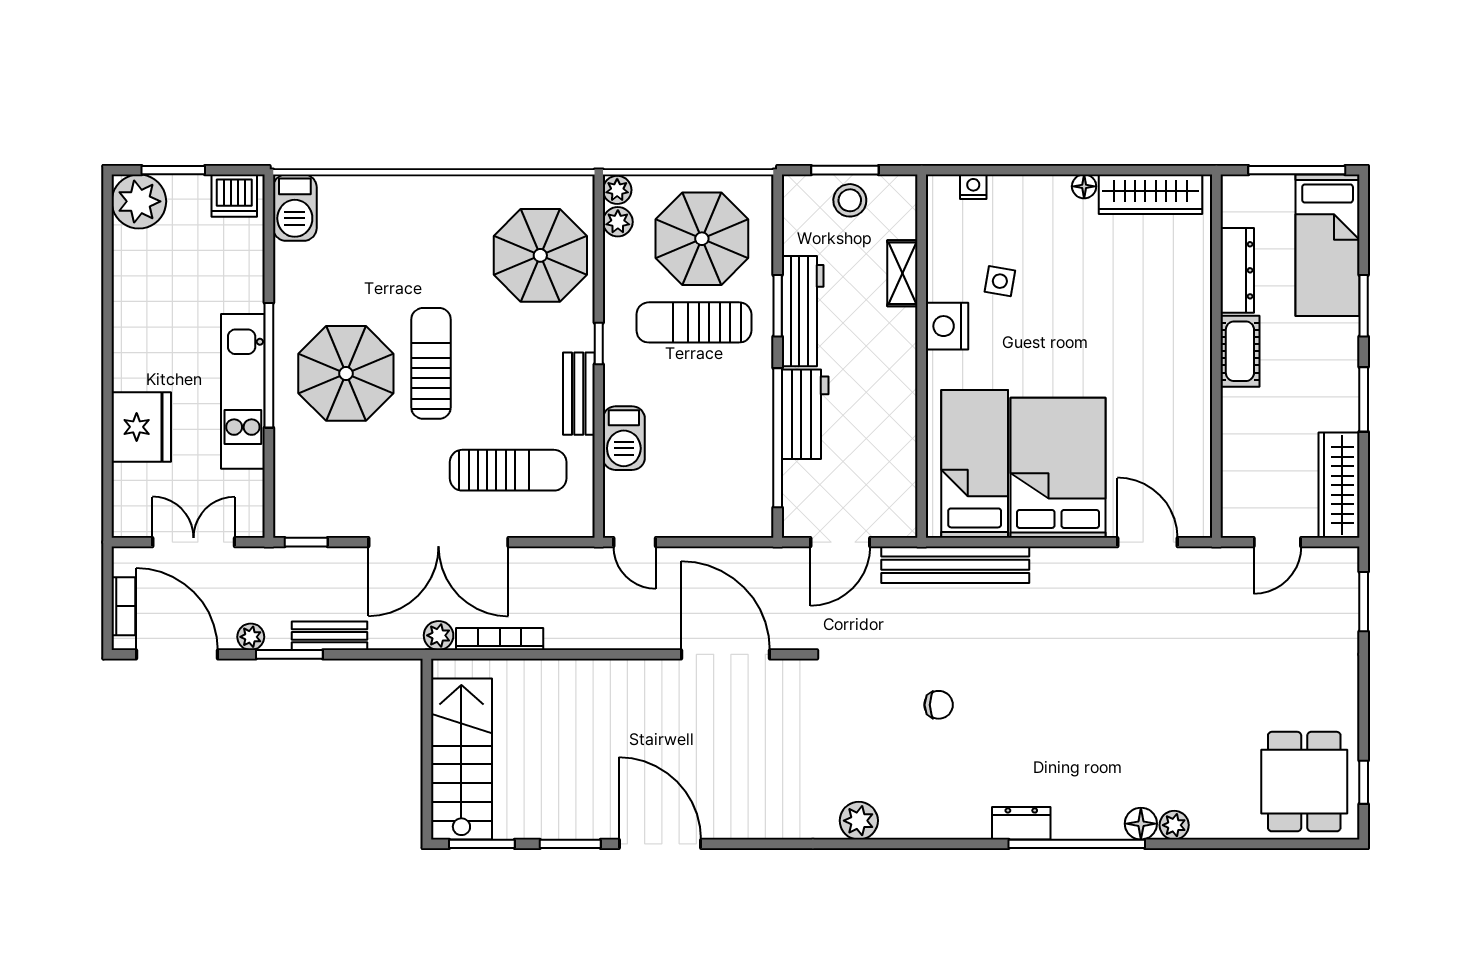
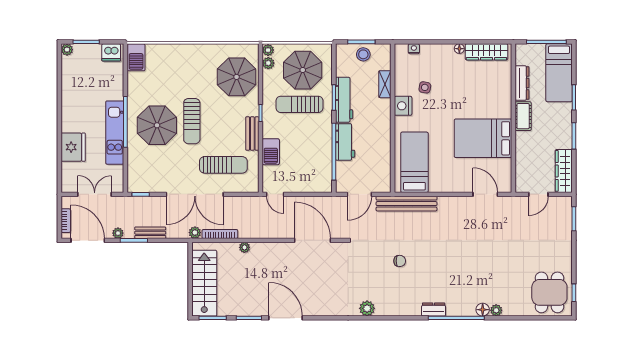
plant: (139, 201) -> (67, 50), width x0.53, depth x0.53
sun lounger: (431, 363) -> (192, 121), turned 180
bed: (1058, 468) -> (483, 138), moved, turned -90
plant: (560, 672) -> (244, 247), added

